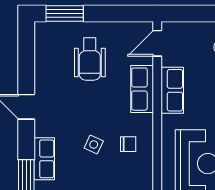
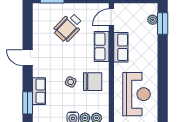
wheelchair: (90, 59) -> (68, 27), turned 44
chair: (128, 144) -> (93, 82), width x1.87, depth x1.87

